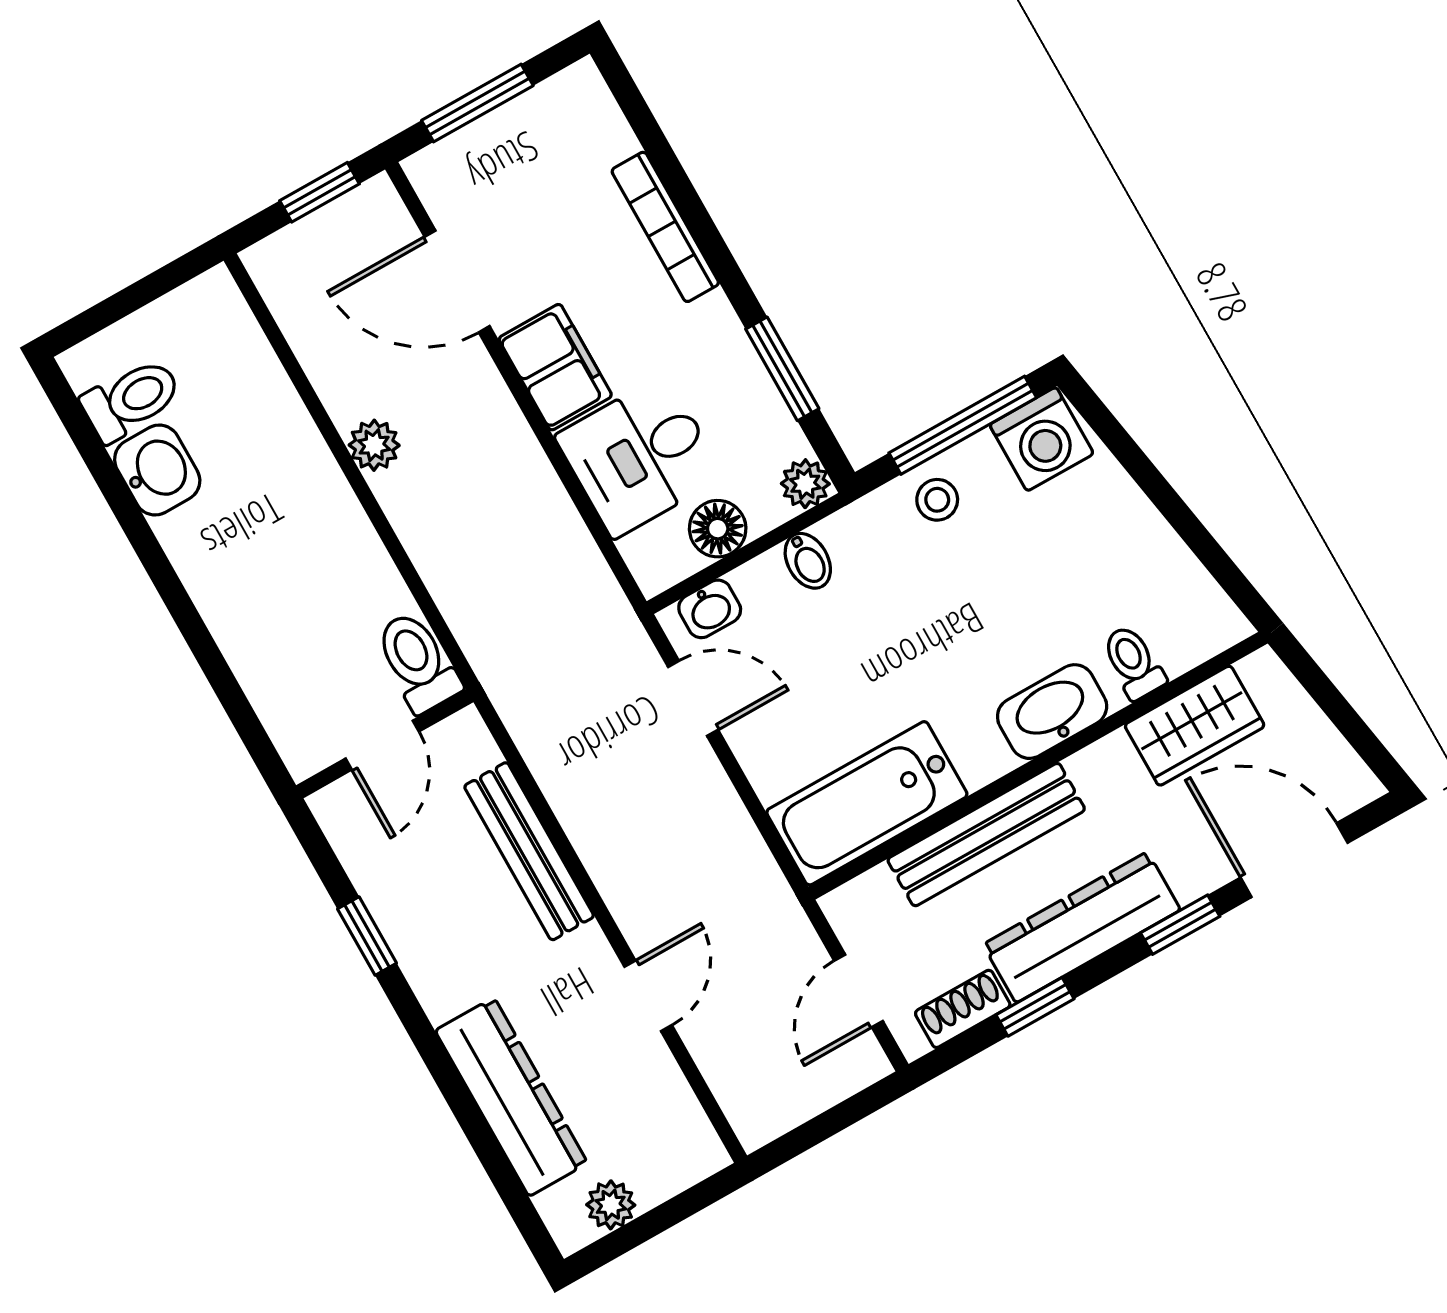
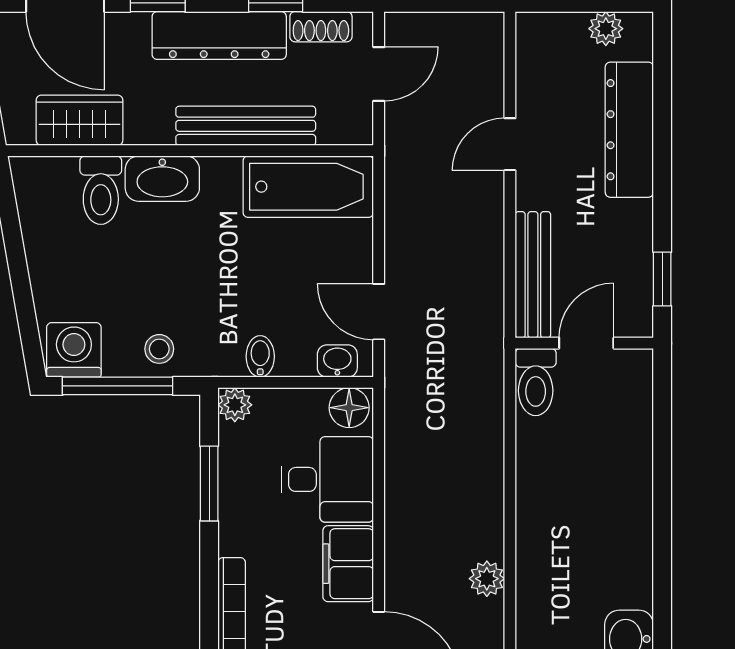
floor lamp: (718, 529) -> (349, 408), moved
toilet: (418, 662) -> (536, 382), moved
toilet: (1133, 662) -> (101, 190), width x1.37, depth x1.39
wall: (385, 744) -> (584, 343), moved
door: (382, 745) -> (586, 343), moved

